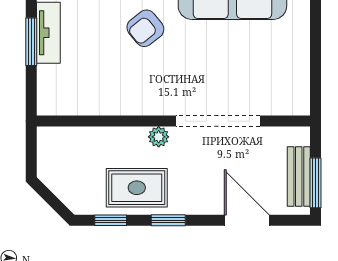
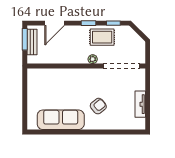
window: (31, 42) -> (148, 100), removed
doorway: (218, 121) -> (122, 66), moved
door: (247, 220) -> (55, 23), hinge flipped

